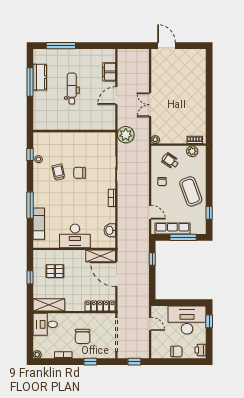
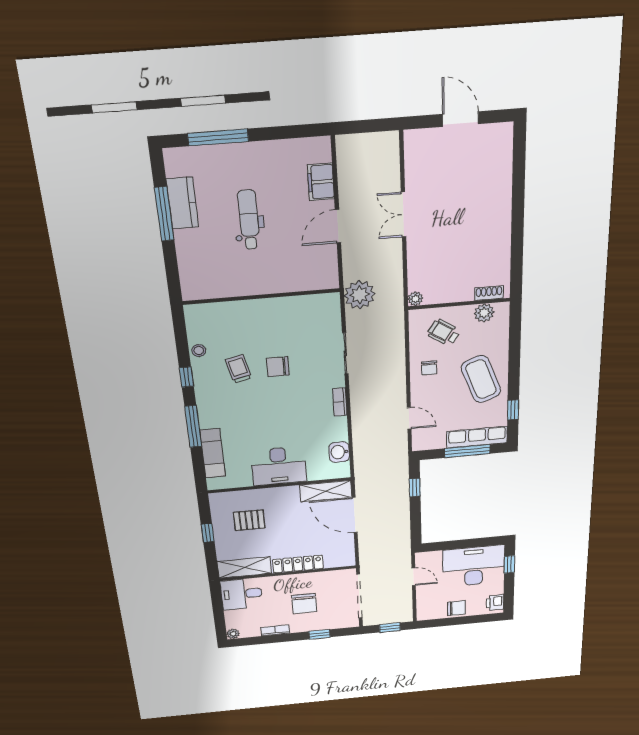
door: (167, 46) -> (460, 119), moved
double door: (150, 105) -> (403, 215), moved
window: (30, 155) -> (186, 377), moved
row of seats: (172, 229) -> (477, 437), moved
locker: (100, 306) -> (298, 564), moved

